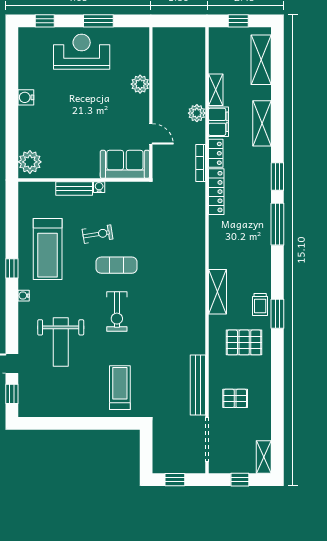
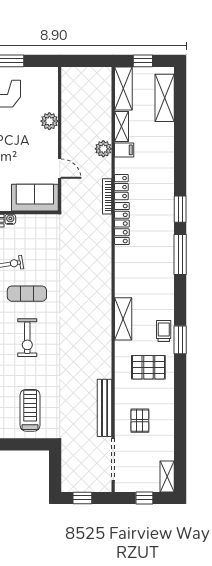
filing cabinet: (219, 122) -> (124, 150), width x0.50
shelving: (262, 123) -> (123, 89), moved
trolley: (260, 304) -> (164, 331), turned 180
pallet: (235, 398) -> (140, 421), turned 90

